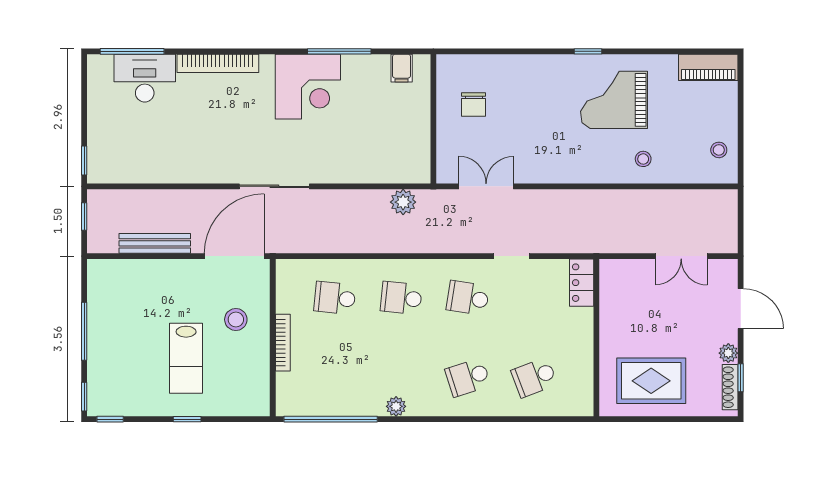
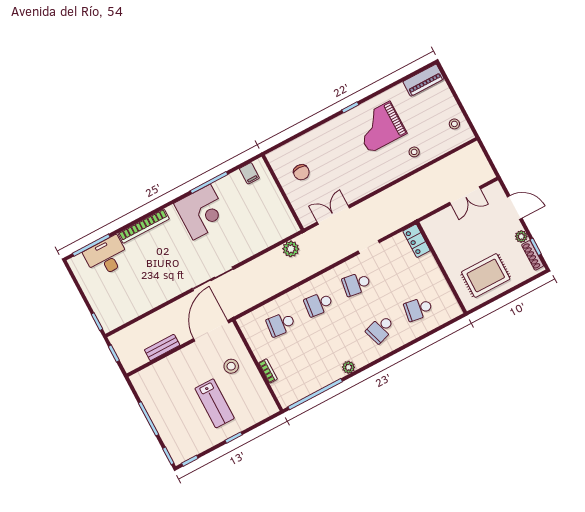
bench: (155, 243) -> (162, 347), width x0.73
bookcase: (283, 343) -> (268, 371), width x0.64
school desk: (534, 377) -> (418, 309), turned 30

